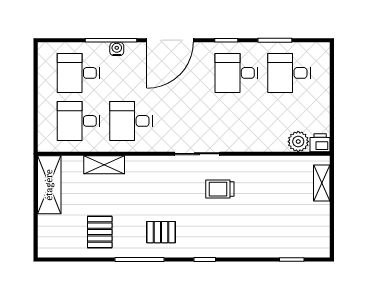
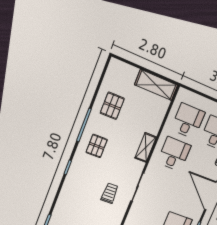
shelving: (104, 165) -> (146, 147), moved
pallet: (100, 232) -> (112, 106), turned 90

